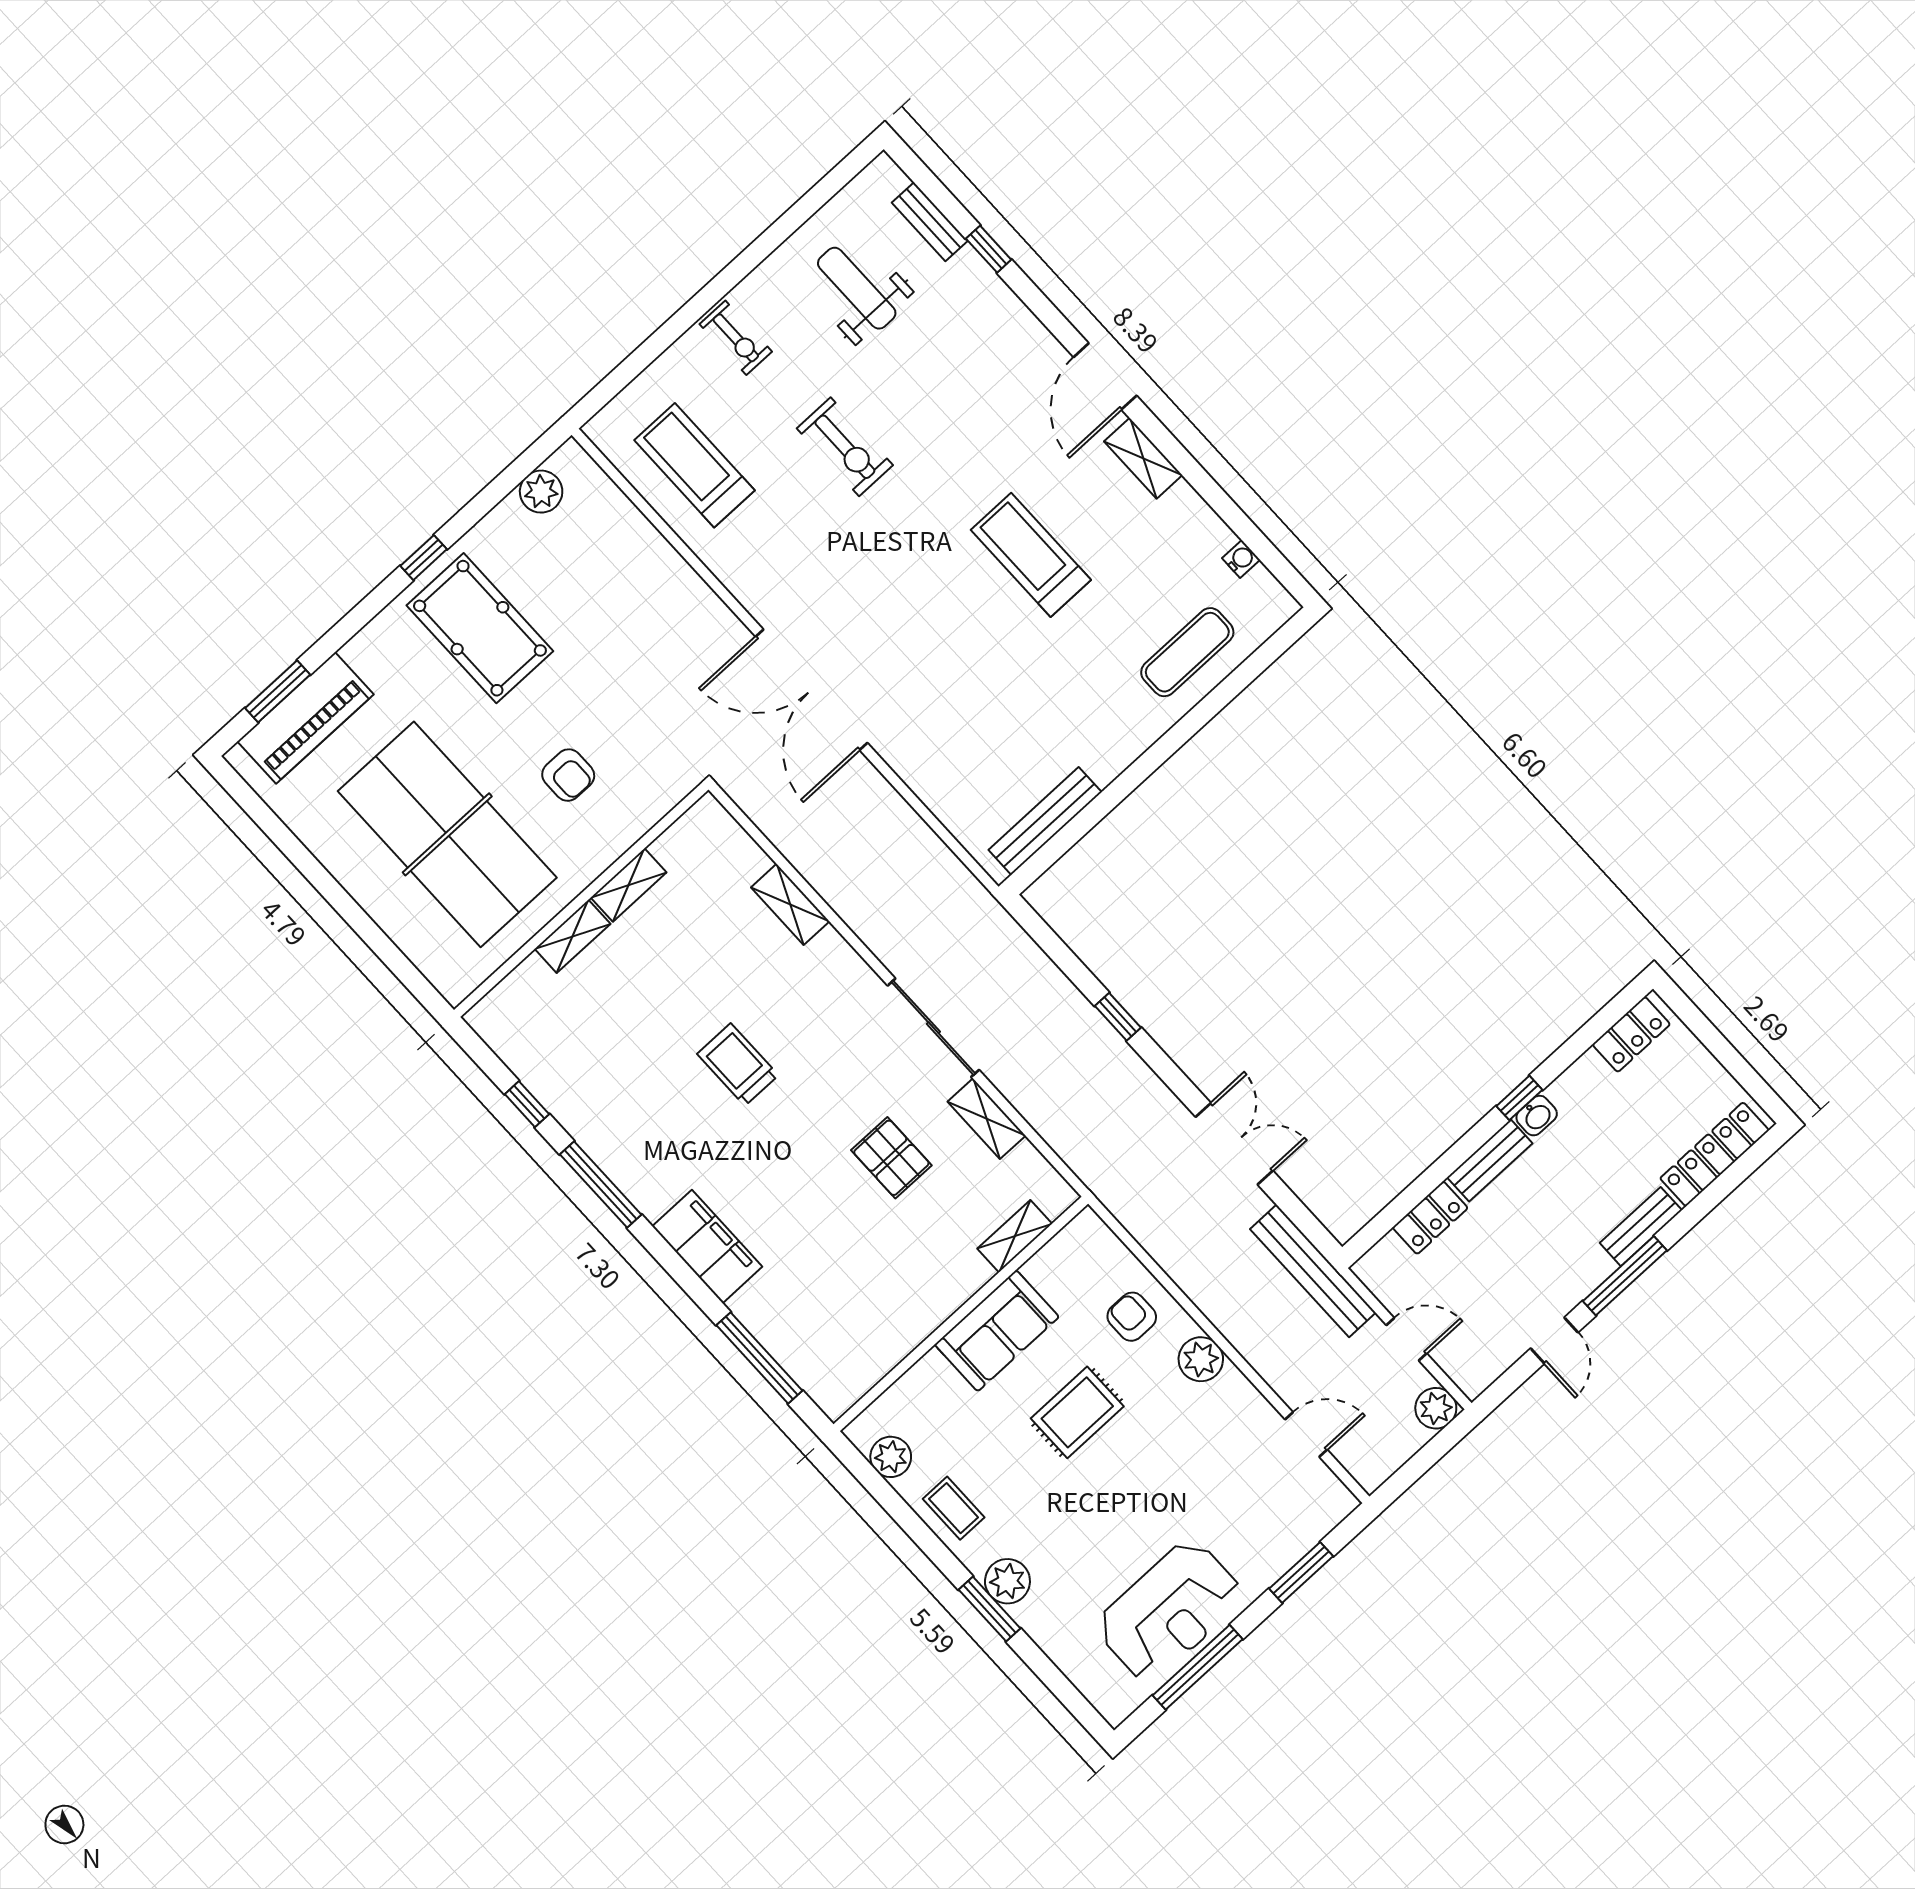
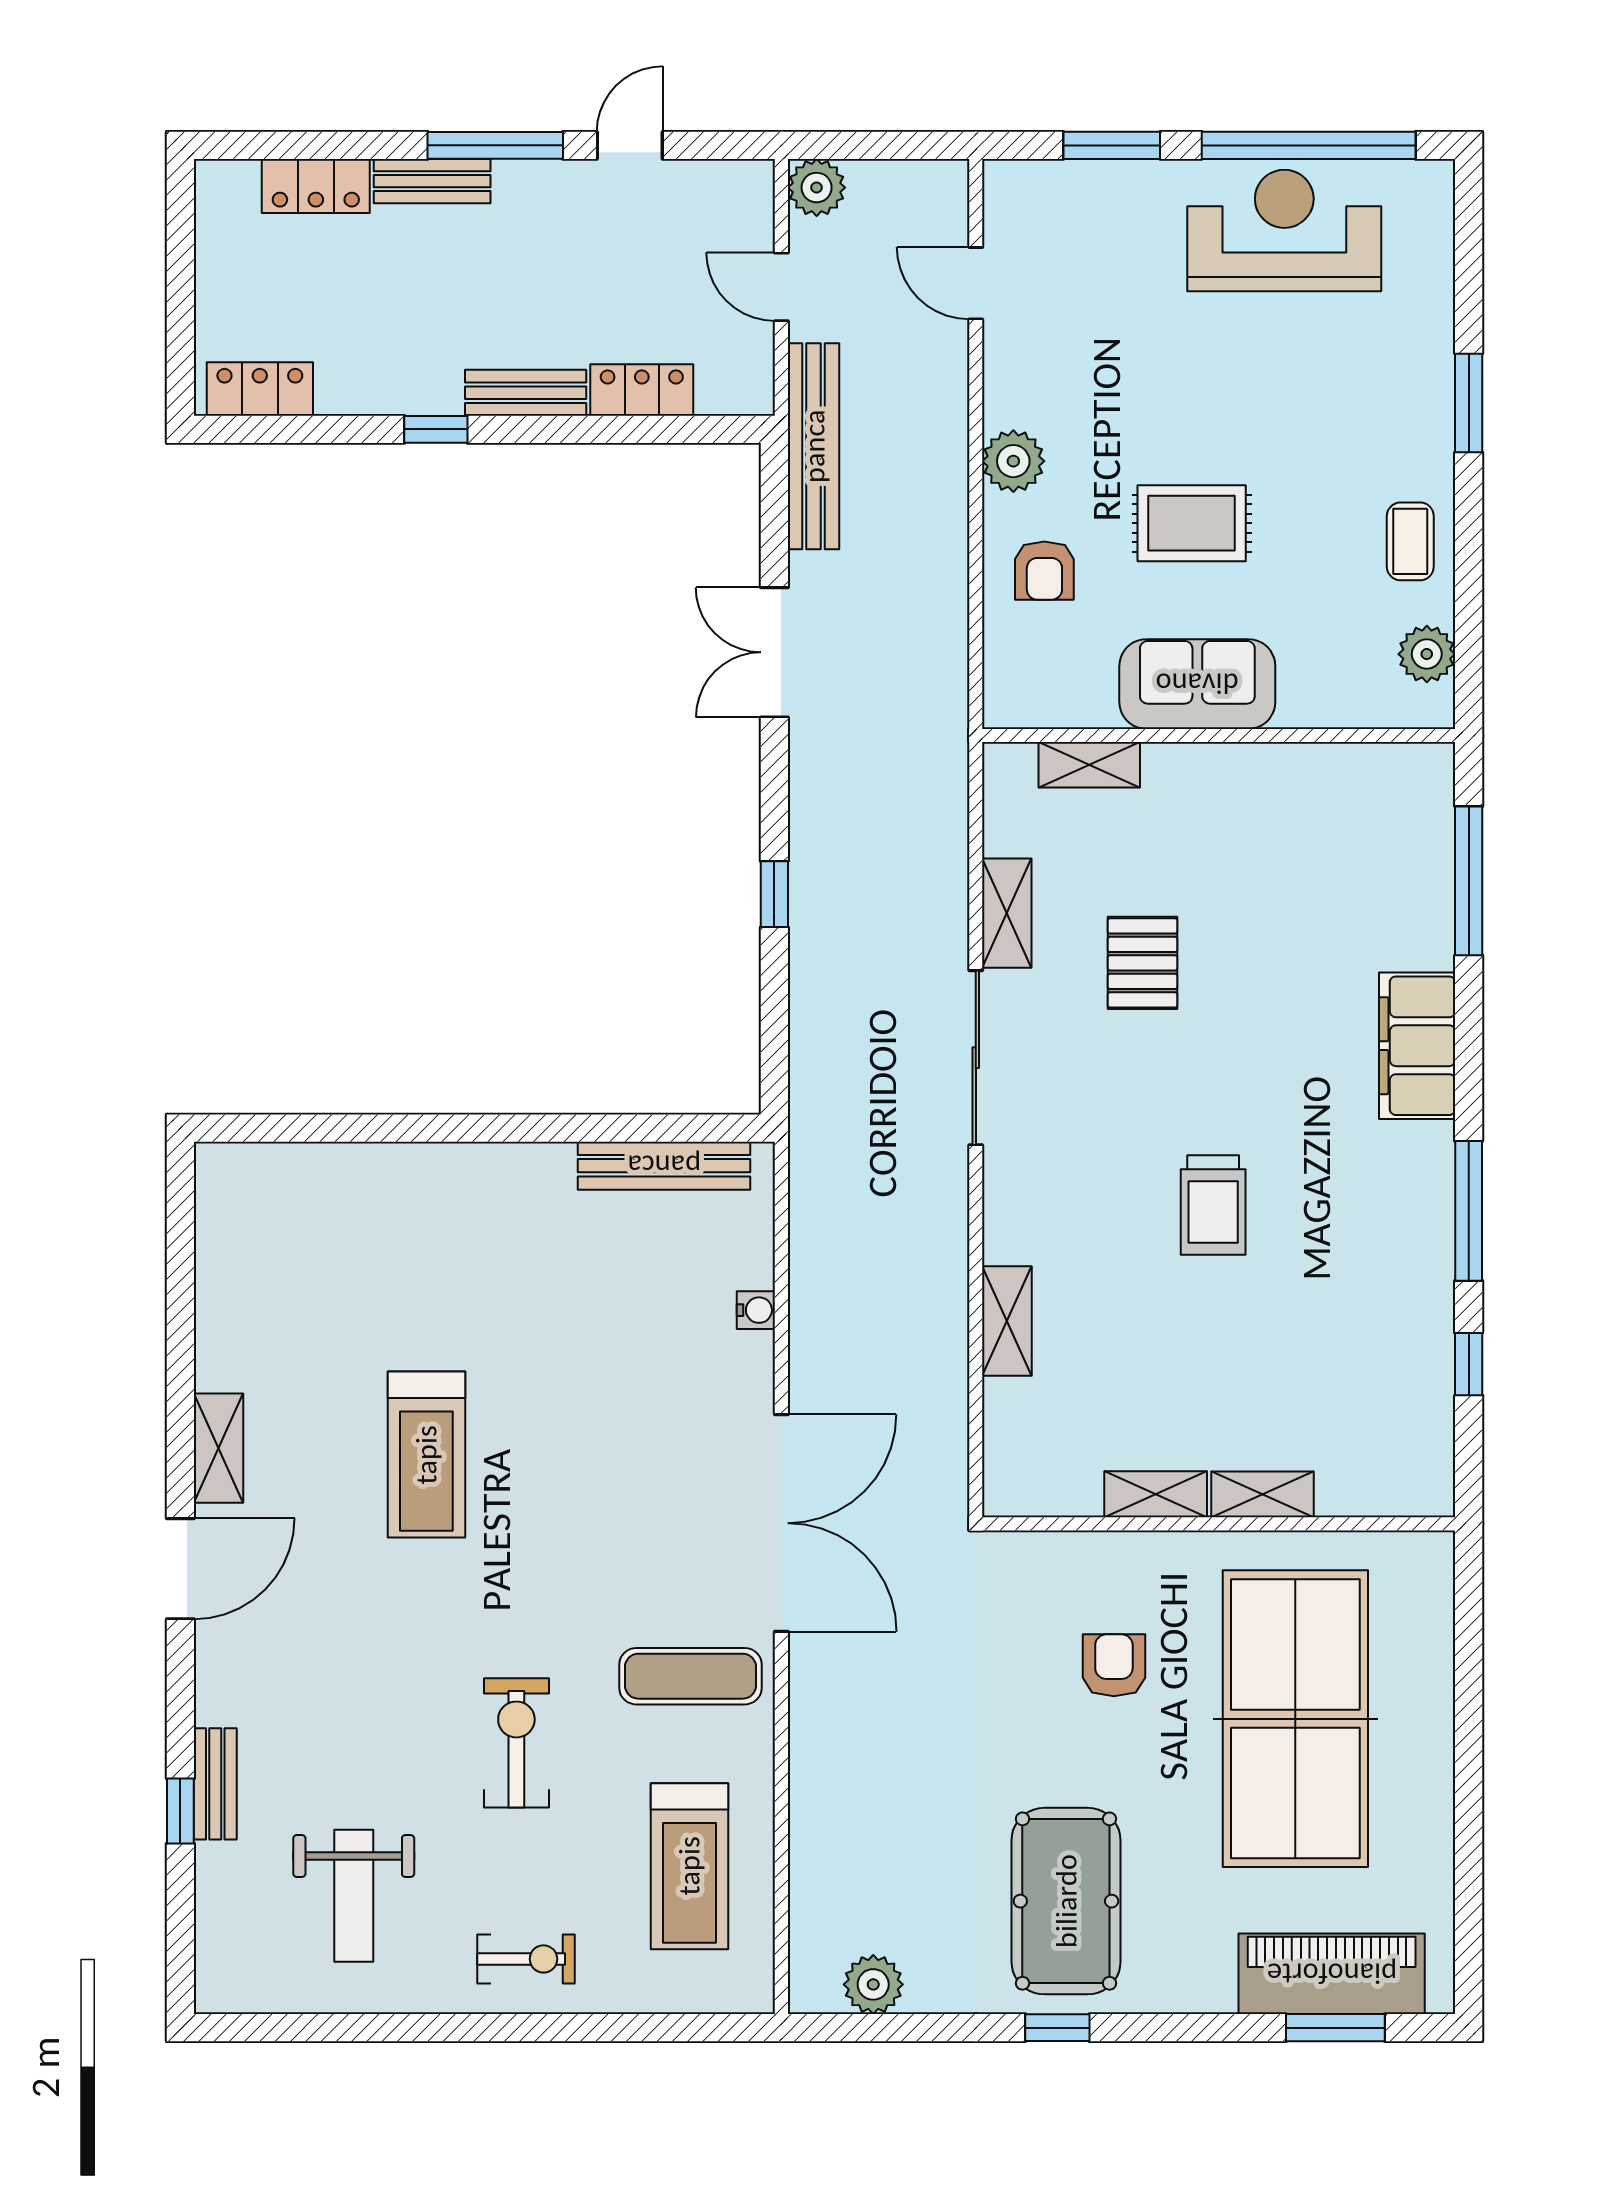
bench: (930, 222) -> (215, 1784), moved
exercise bike: (736, 338) -> (526, 1959), turned 90
water cooler: (1241, 559) -> (756, 1310), moved, turned 180
exercise mat: (1187, 652) -> (691, 1676), moved
washbasin: (1537, 1116) -> (435, 395), removed
locker: (1714, 1154) -> (316, 186), width x0.66
plant: (1007, 1581) -> (1424, 415), removed
window: (1198, 1667) -> (1309, 145), width x1.46

